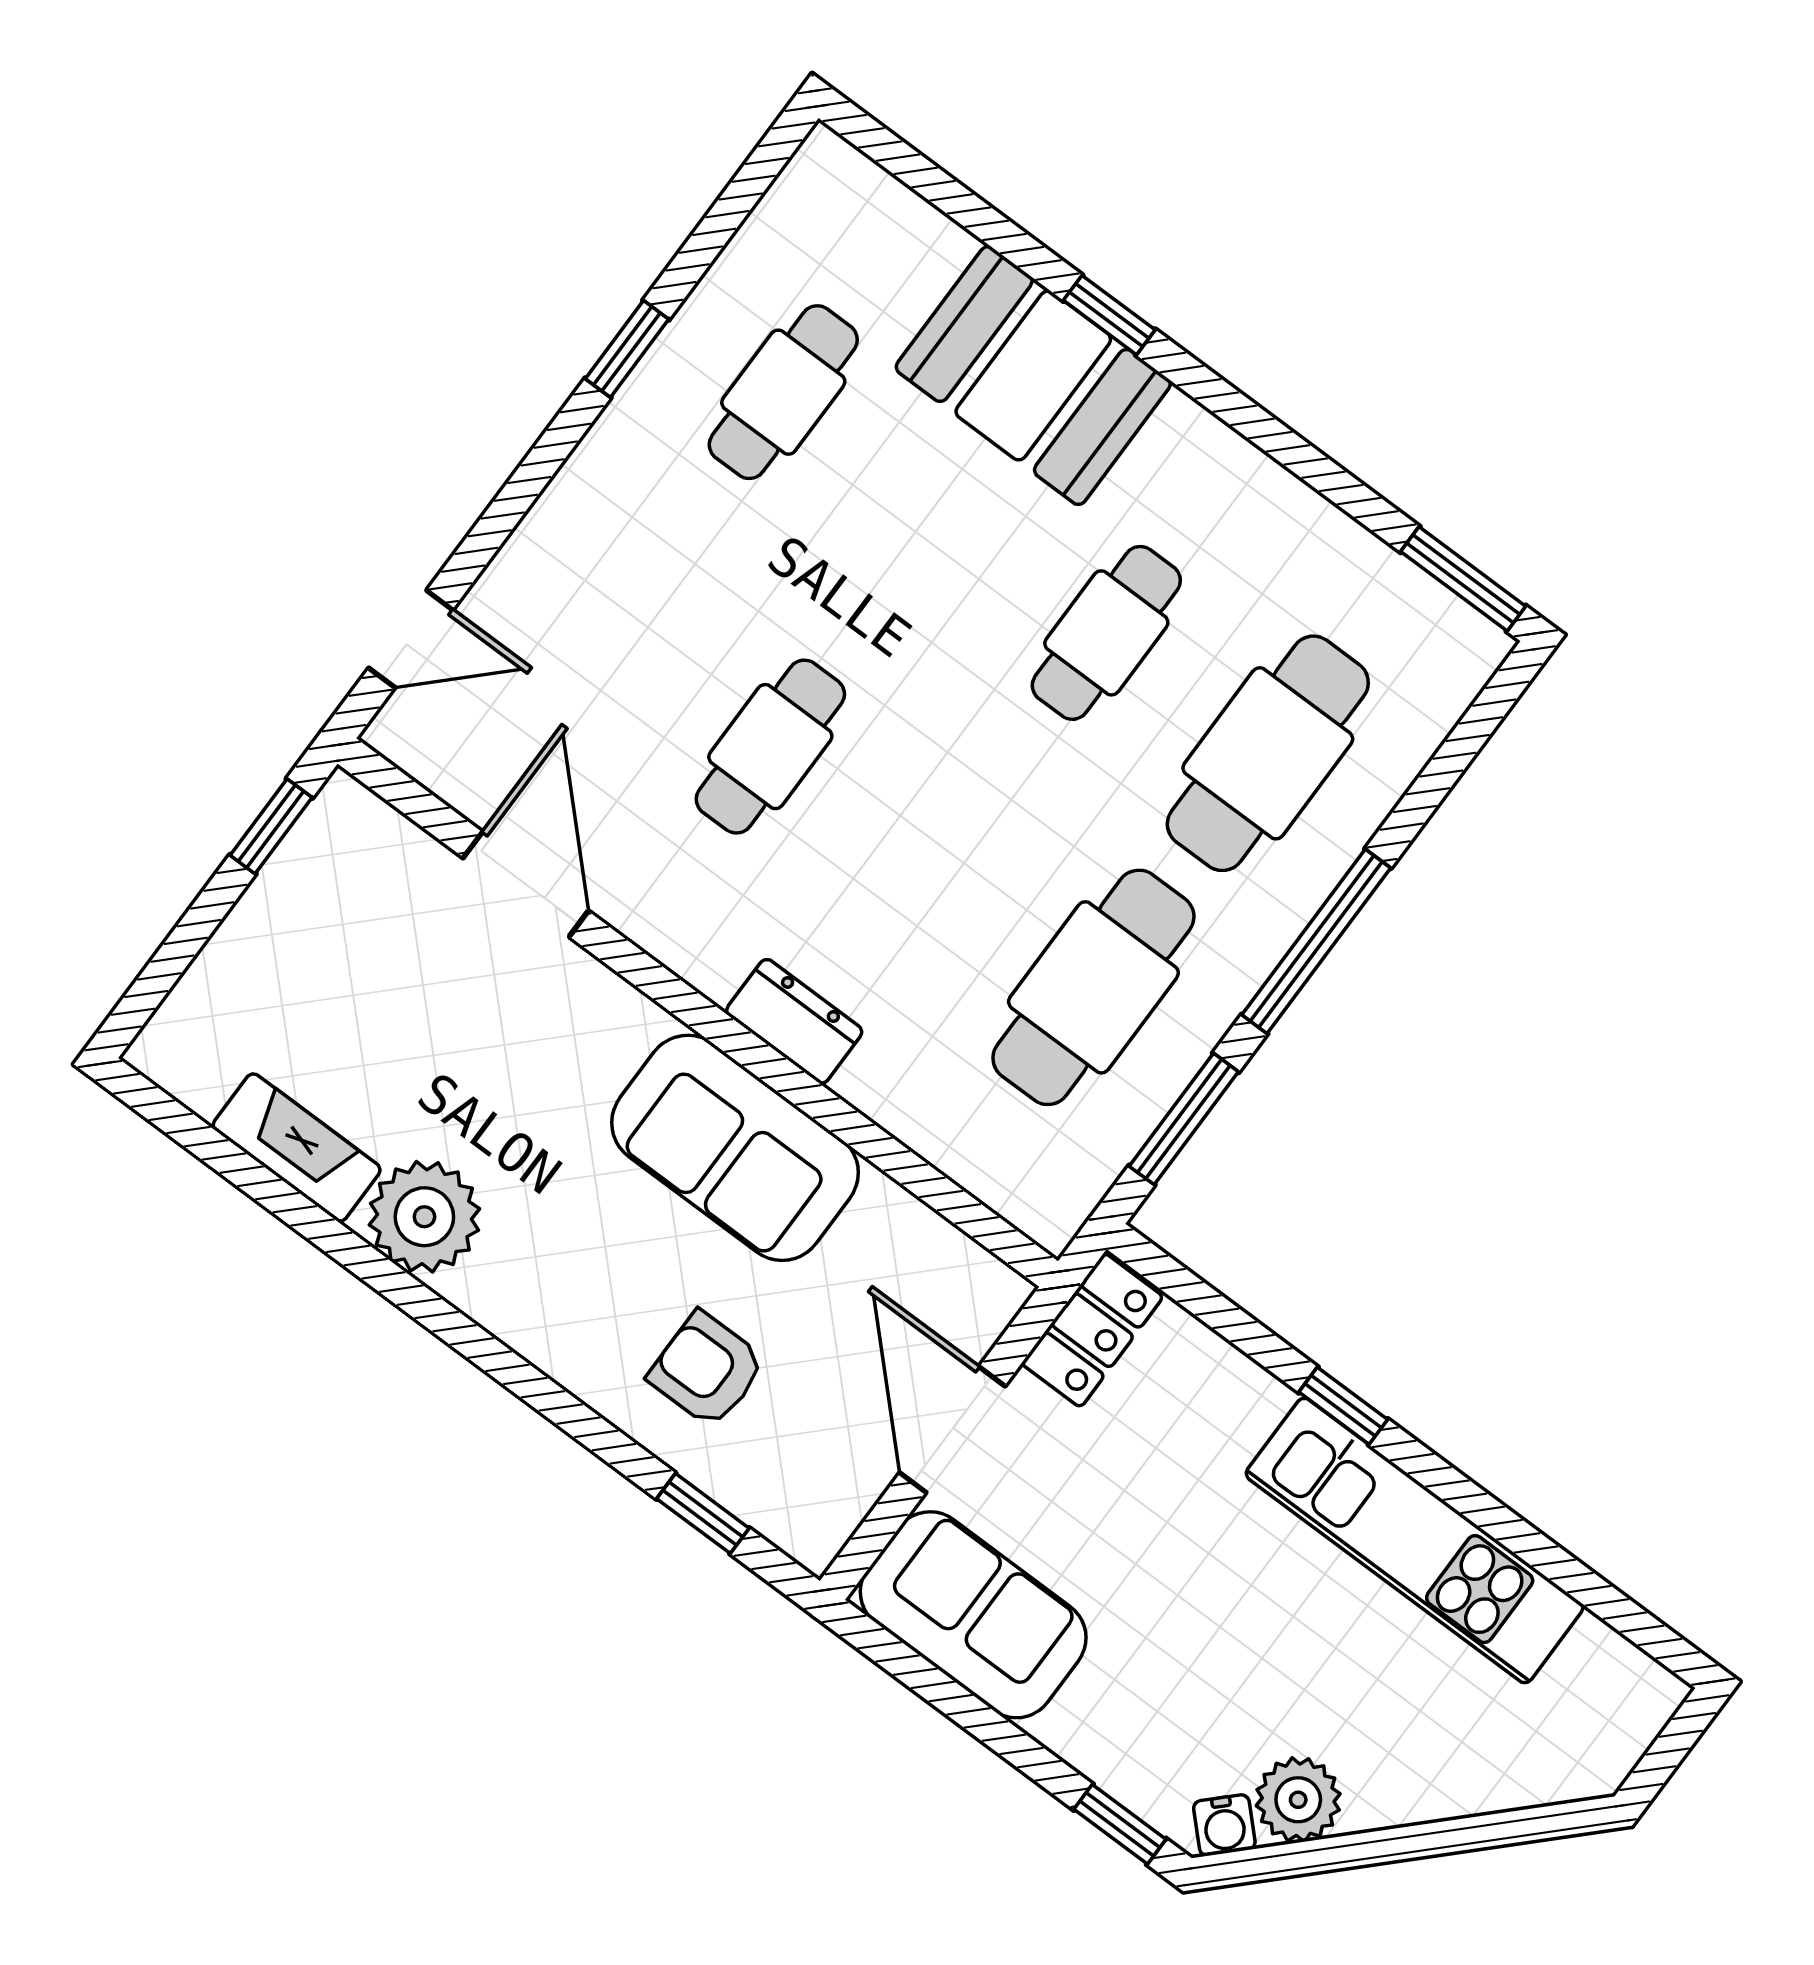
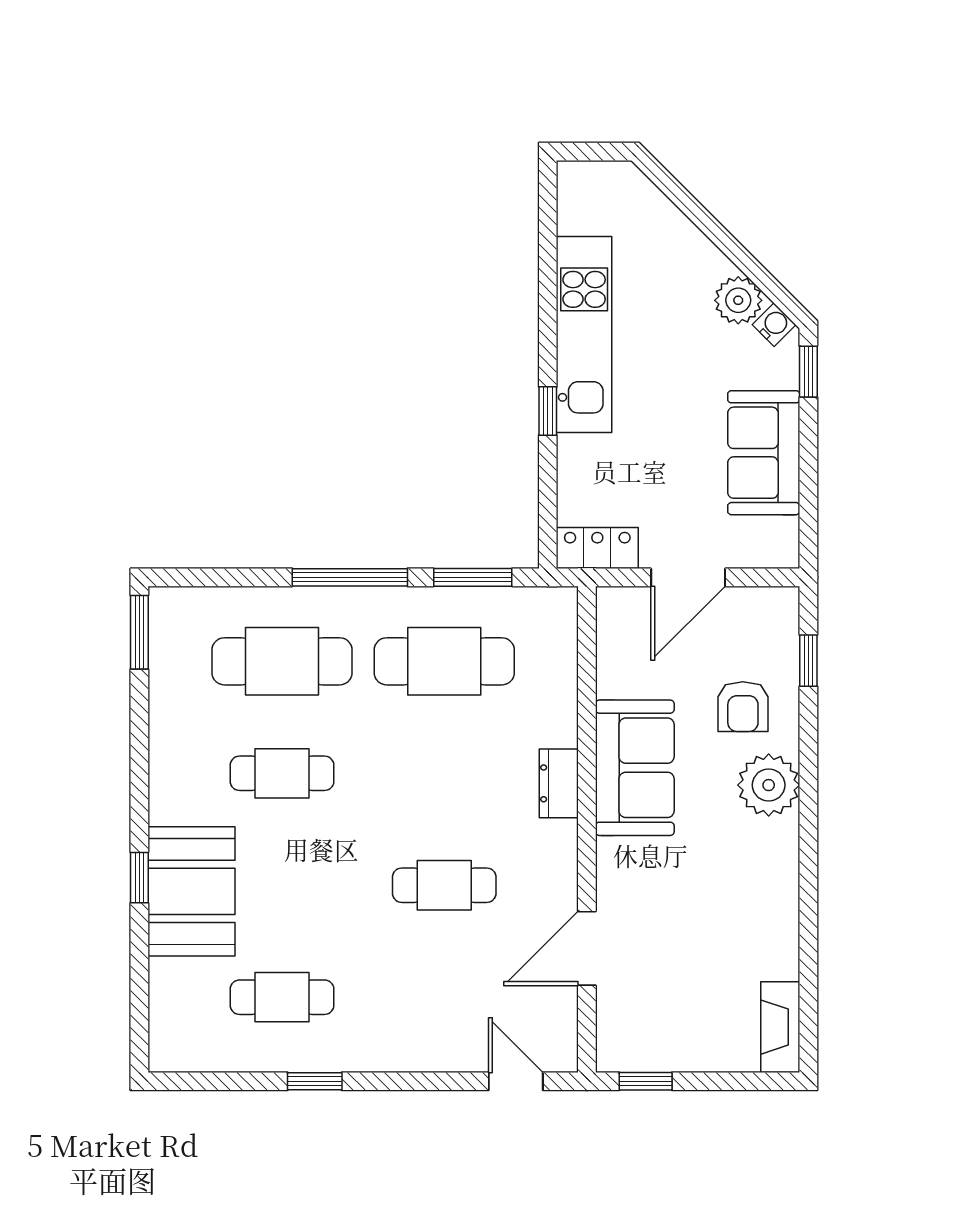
fireplace: (297, 1148) -> (780, 1027), moved
plant: (424, 1217) -> (769, 785), moved
sofa: (973, 1615) -> (764, 453), moved

